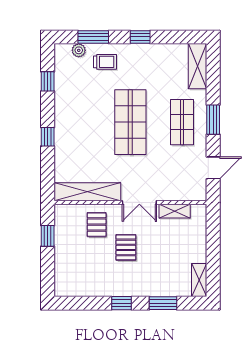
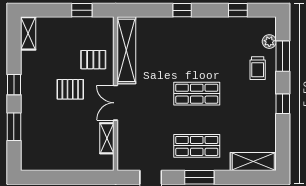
shop shelf: (130, 122) -> (197, 94), width x0.70, depth x0.74
shelving: (199, 280) -> (28, 33), moved, turned 90

